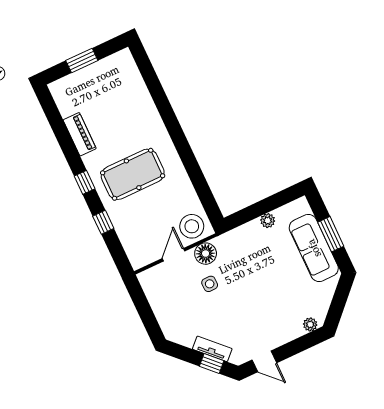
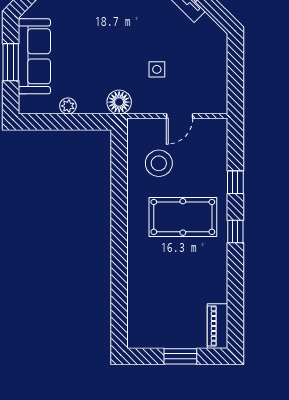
piano: (80, 134) -> (218, 326), moved
stool: (192, 226) -> (159, 163), moved
floor lamp: (206, 254) -> (119, 102), moved

